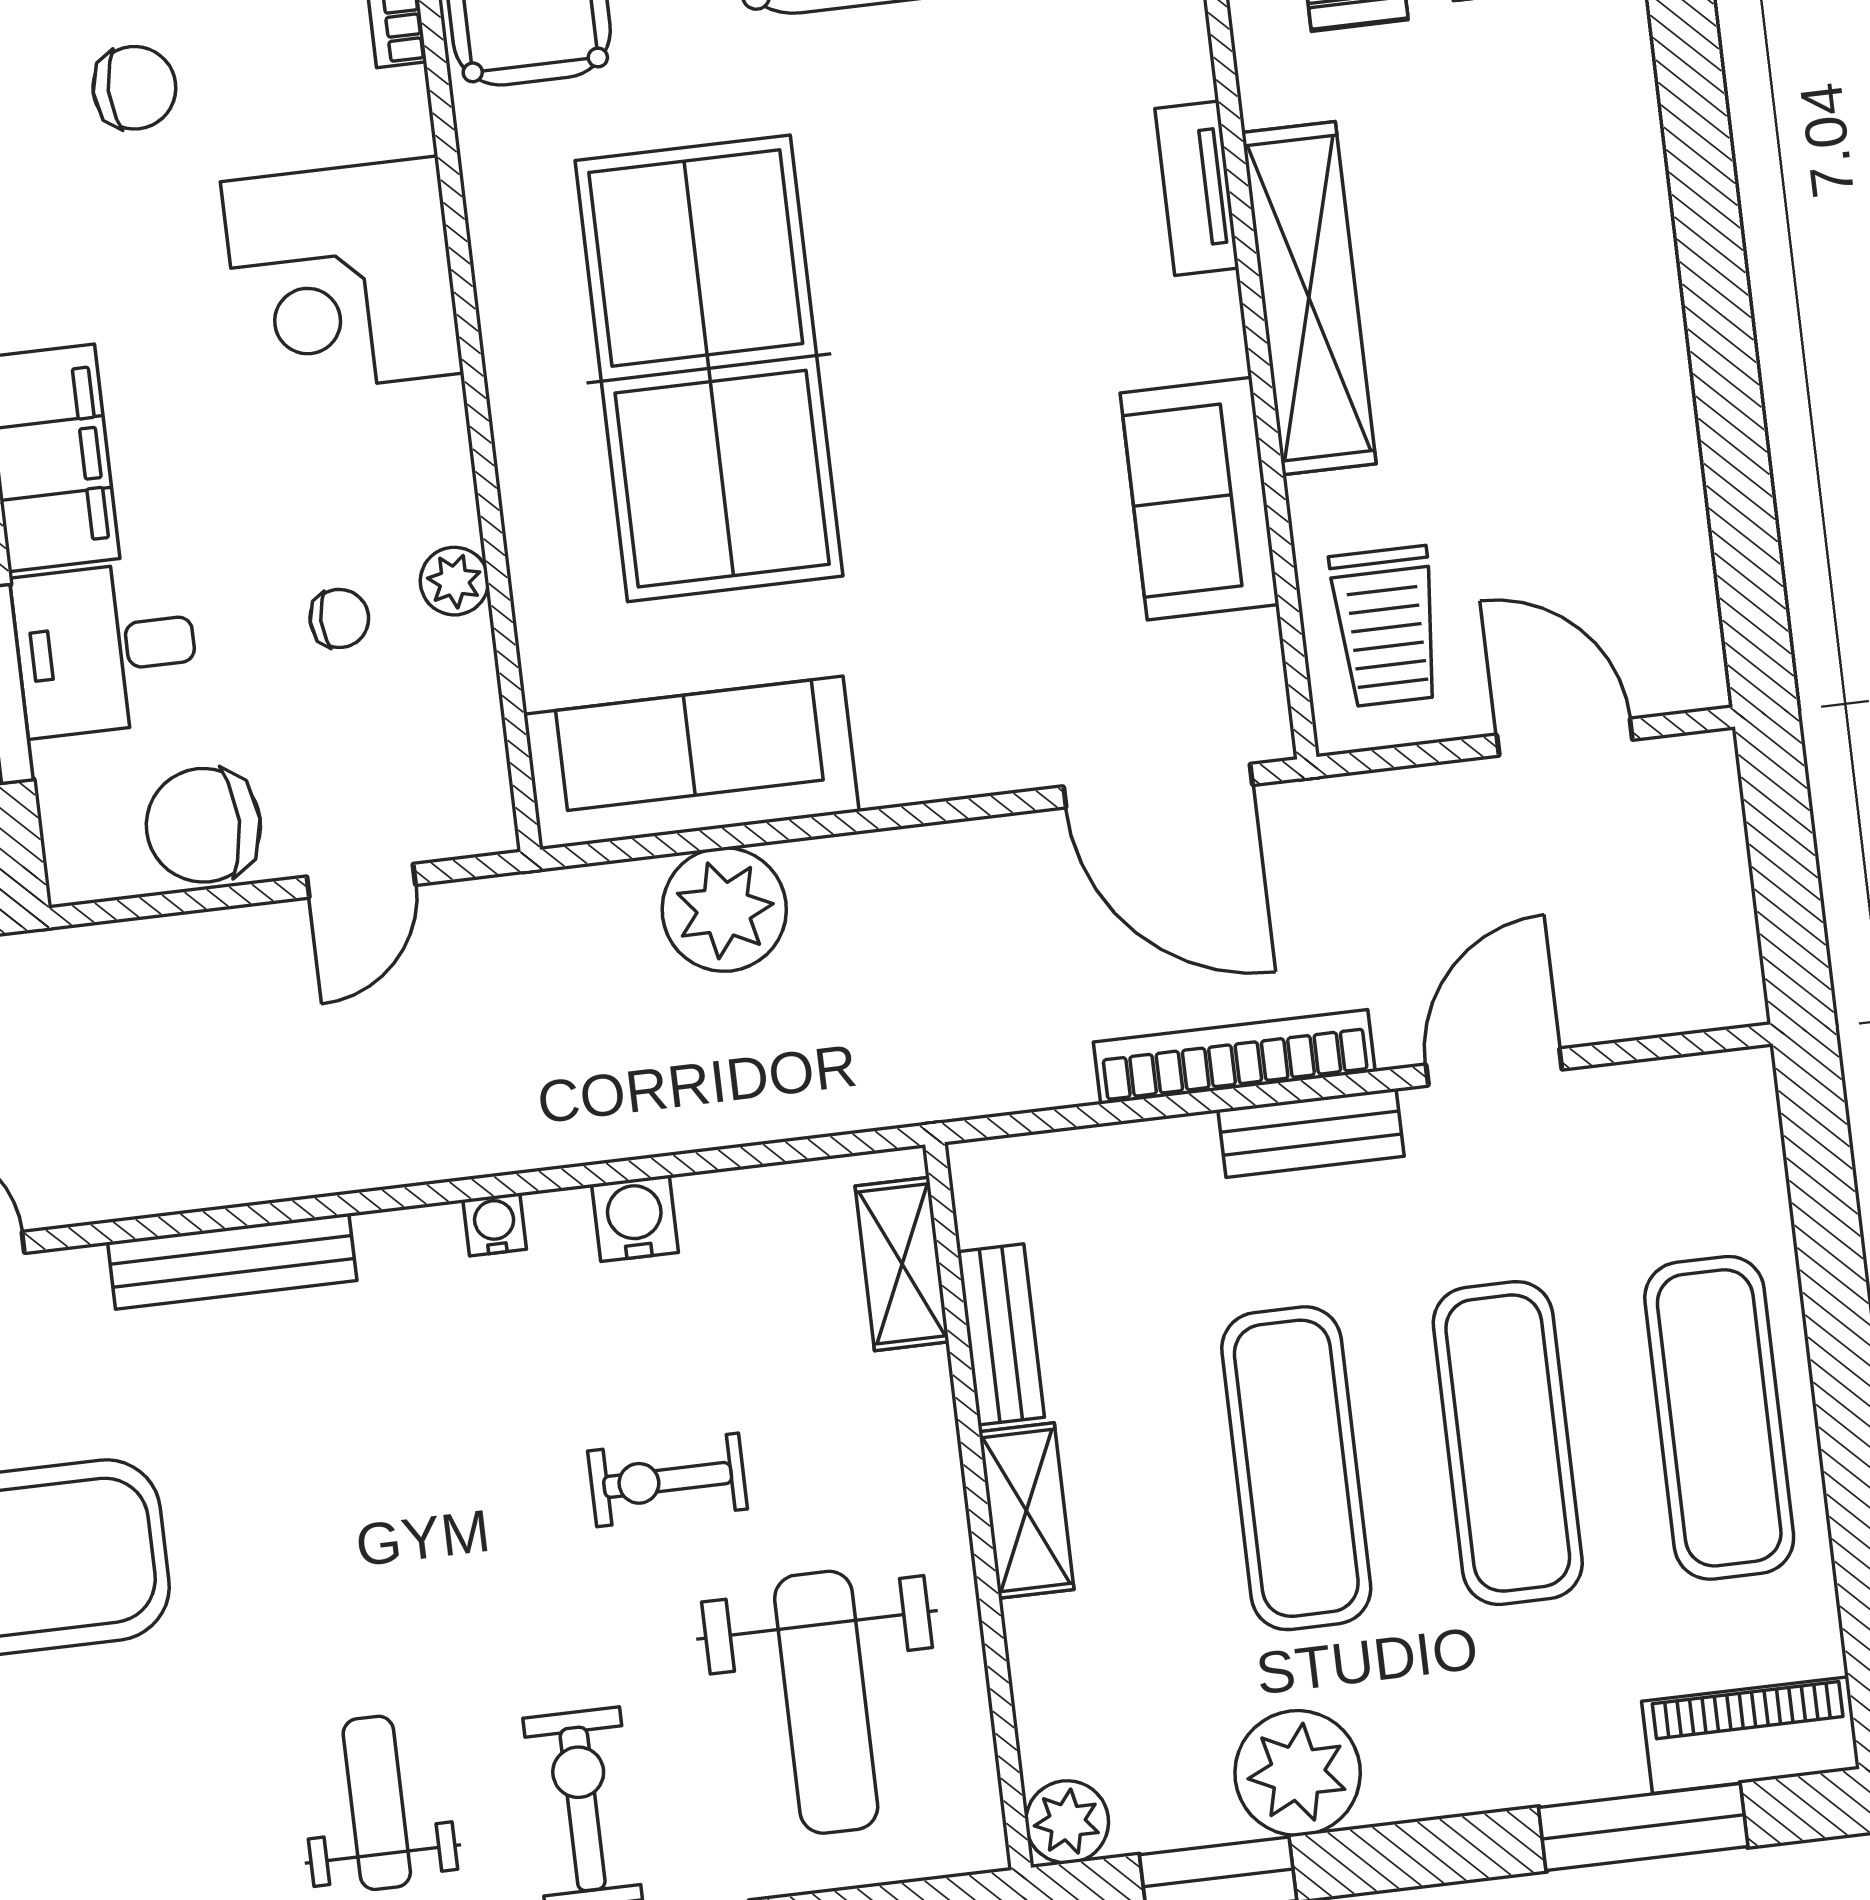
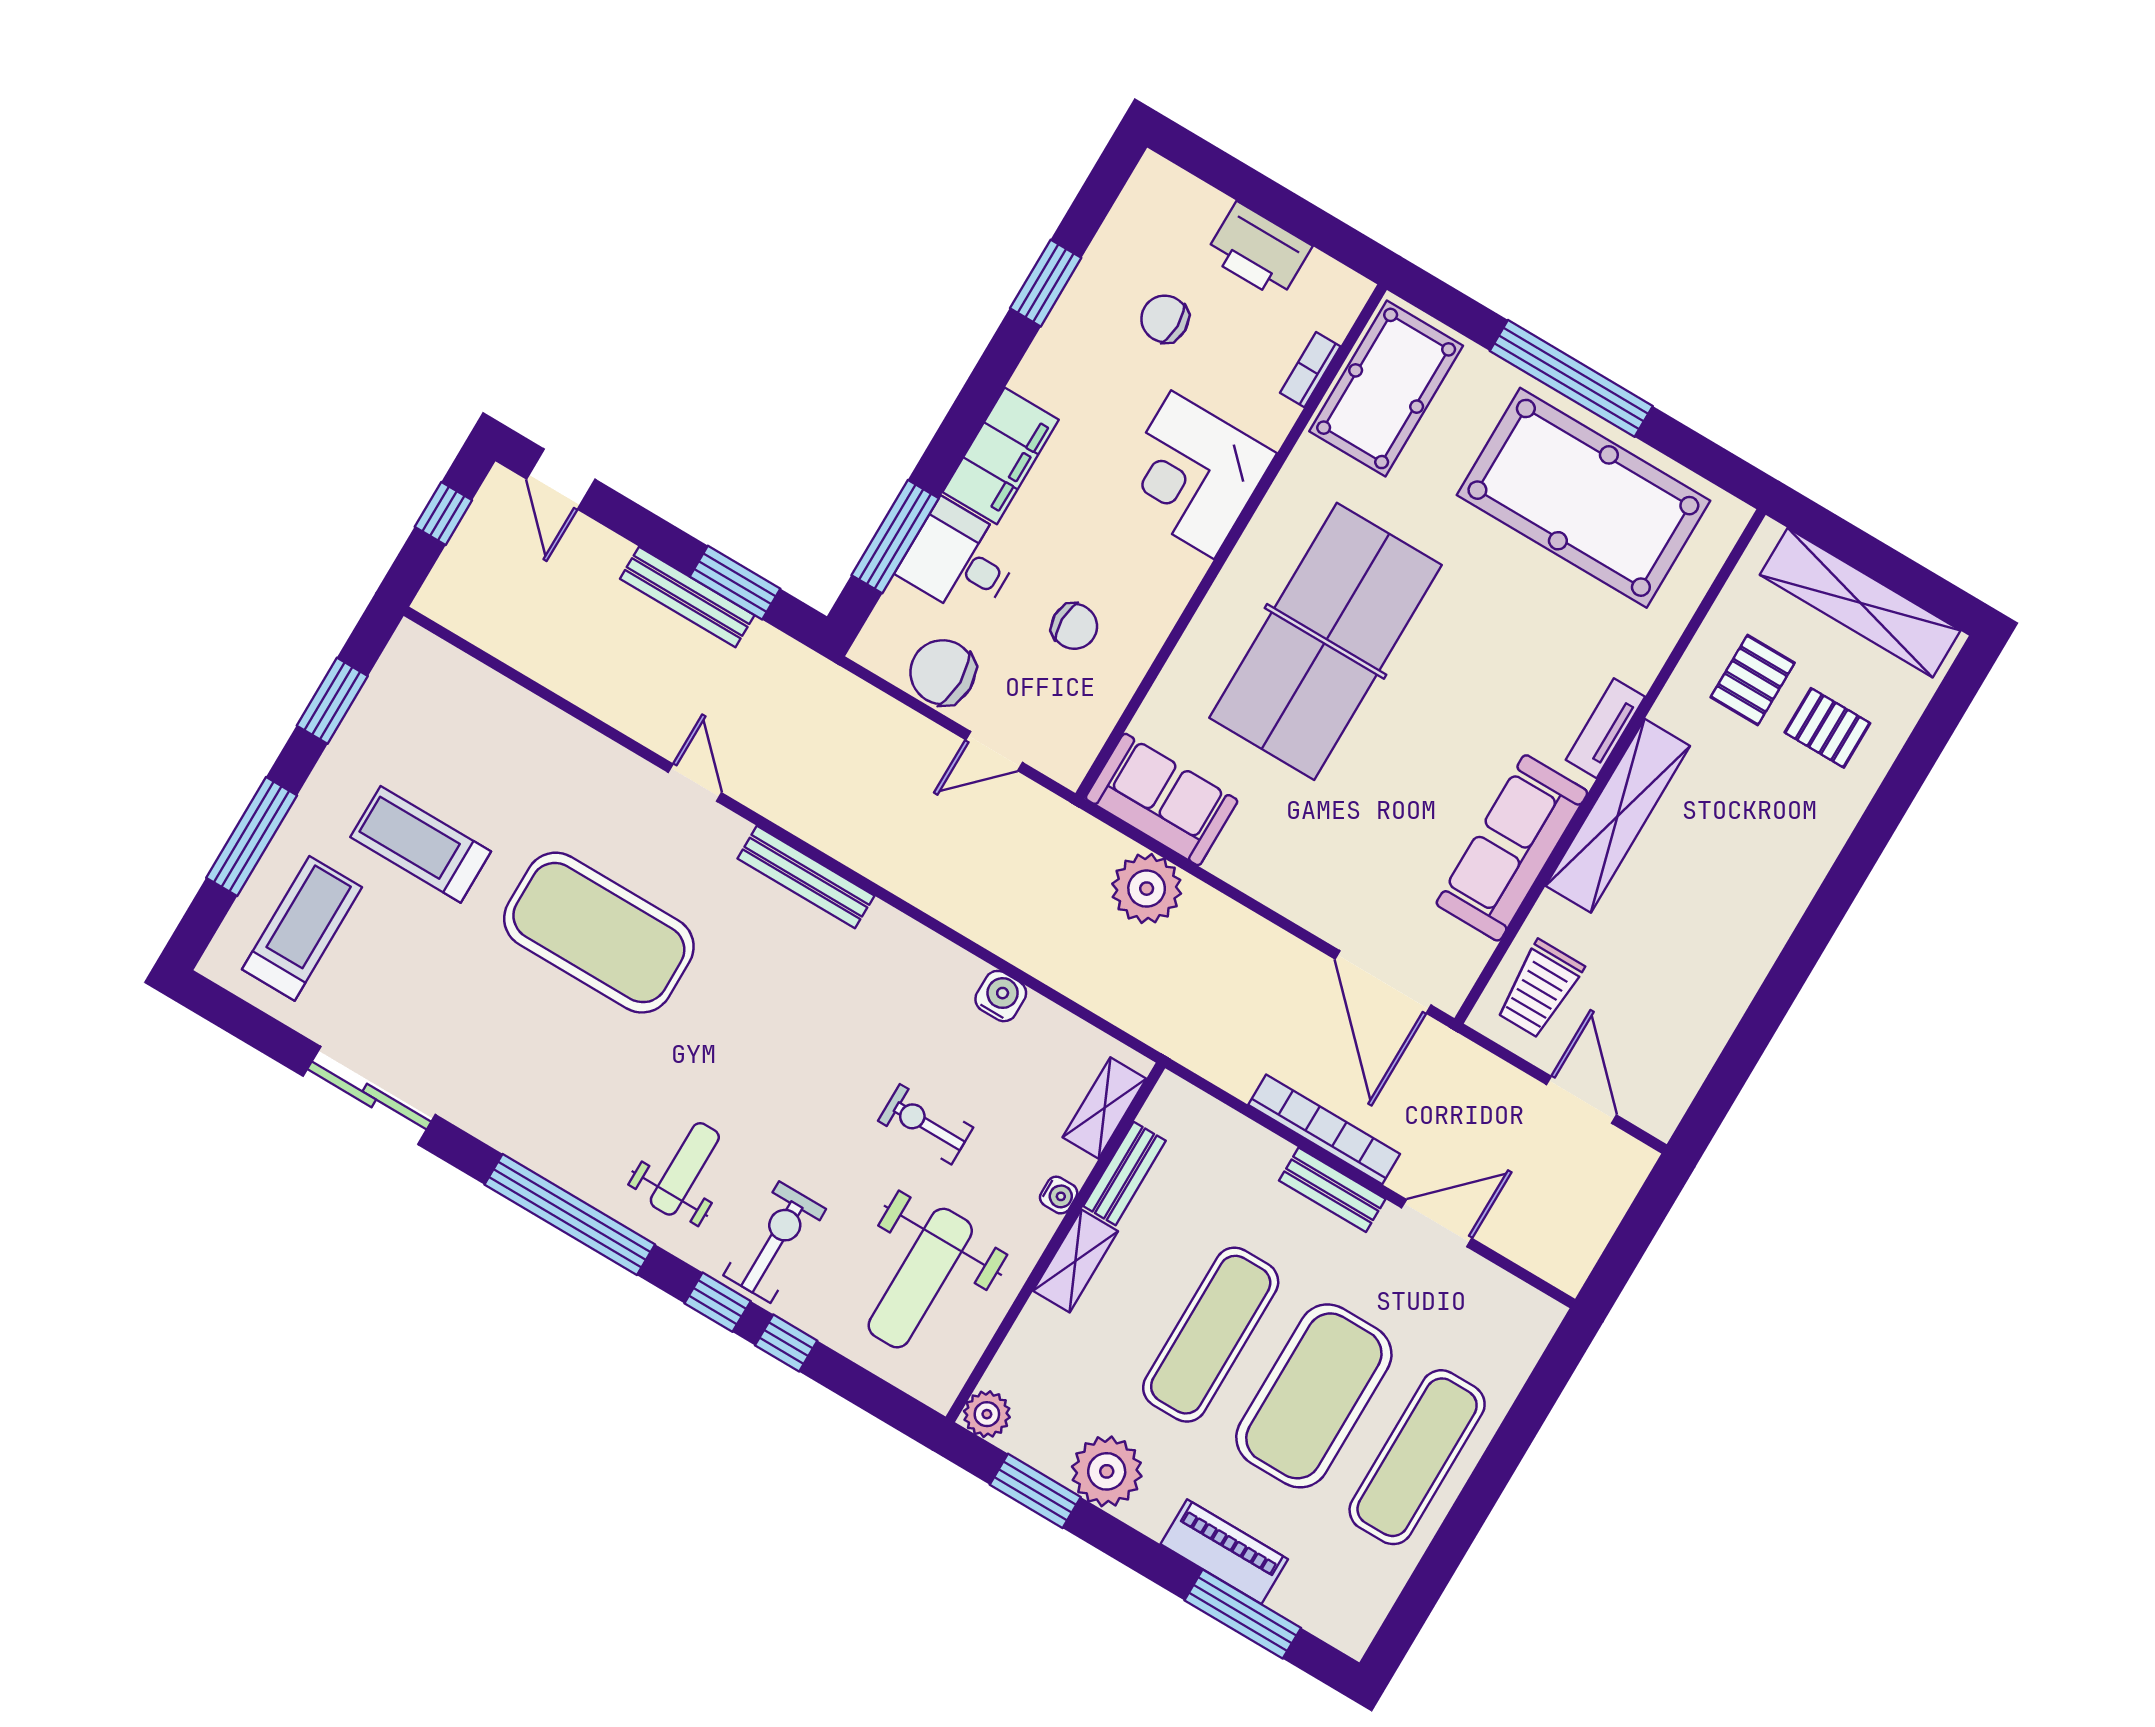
chair: (134, 88) -> (1165, 319), turned 180
sofa: (1200, 499) -> (1512, 848), width x1.36
plant: (454, 581) -> (1139, 649), removed
chair: (339, 618) -> (1074, 626), width x1.37, depth x1.37
sofa: (691, 763) -> (1162, 799), width x0.73
water cooler: (495, 1224) -> (1059, 1195), moved, turned 90
exercise mat: (1508, 1443) -> (1314, 1396), width x1.47
piano: (1751, 1735) -> (1224, 1552), moved

